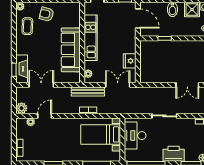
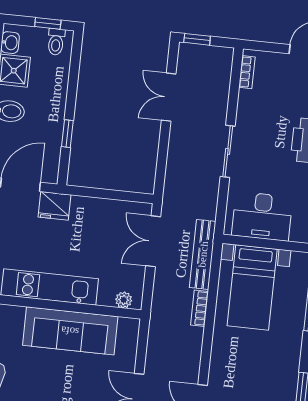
fridge: (130, 61) -> (54, 206), moved
double door: (187, 85) -> (169, 97), swing flipped
bench: (88, 92) -> (203, 254), moved

